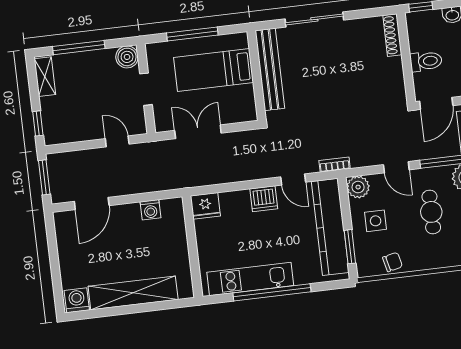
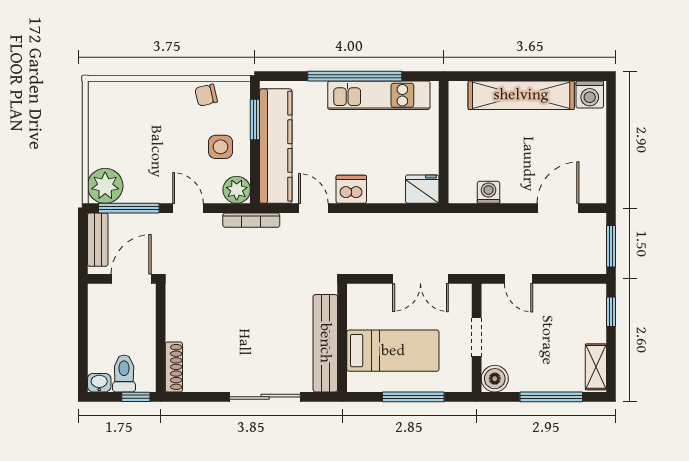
toilet: (426, 61) -> (124, 373), moved, turned 90
bookcase: (335, 165) -> (251, 220), width x1.56
cafe table: (431, 212) -> (152, 150), removed

